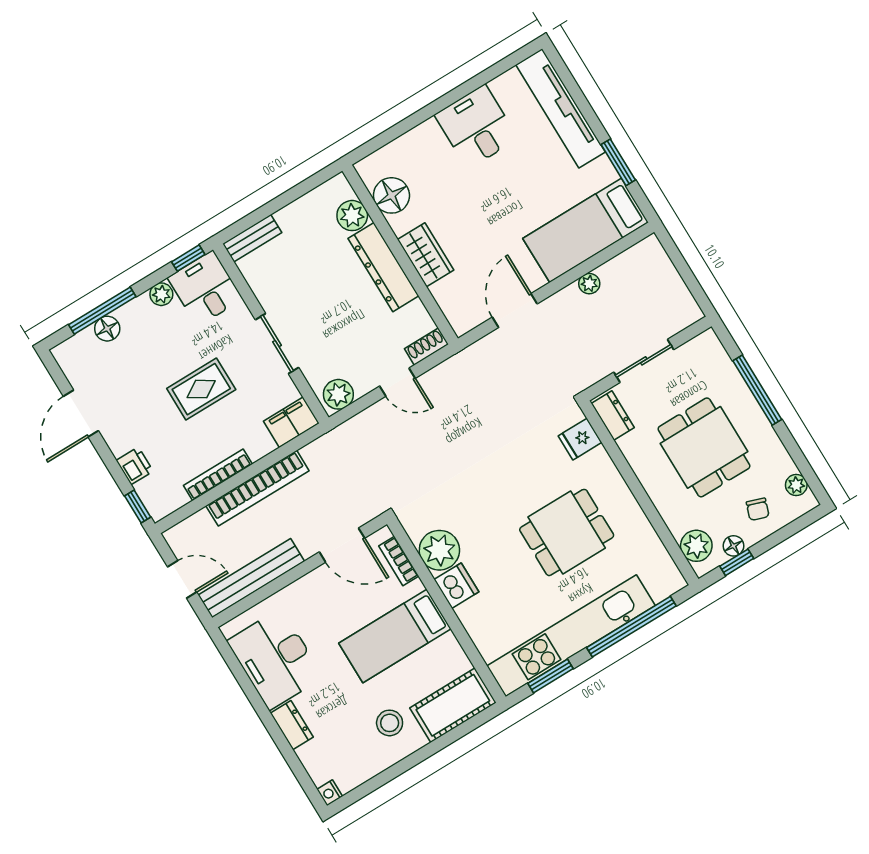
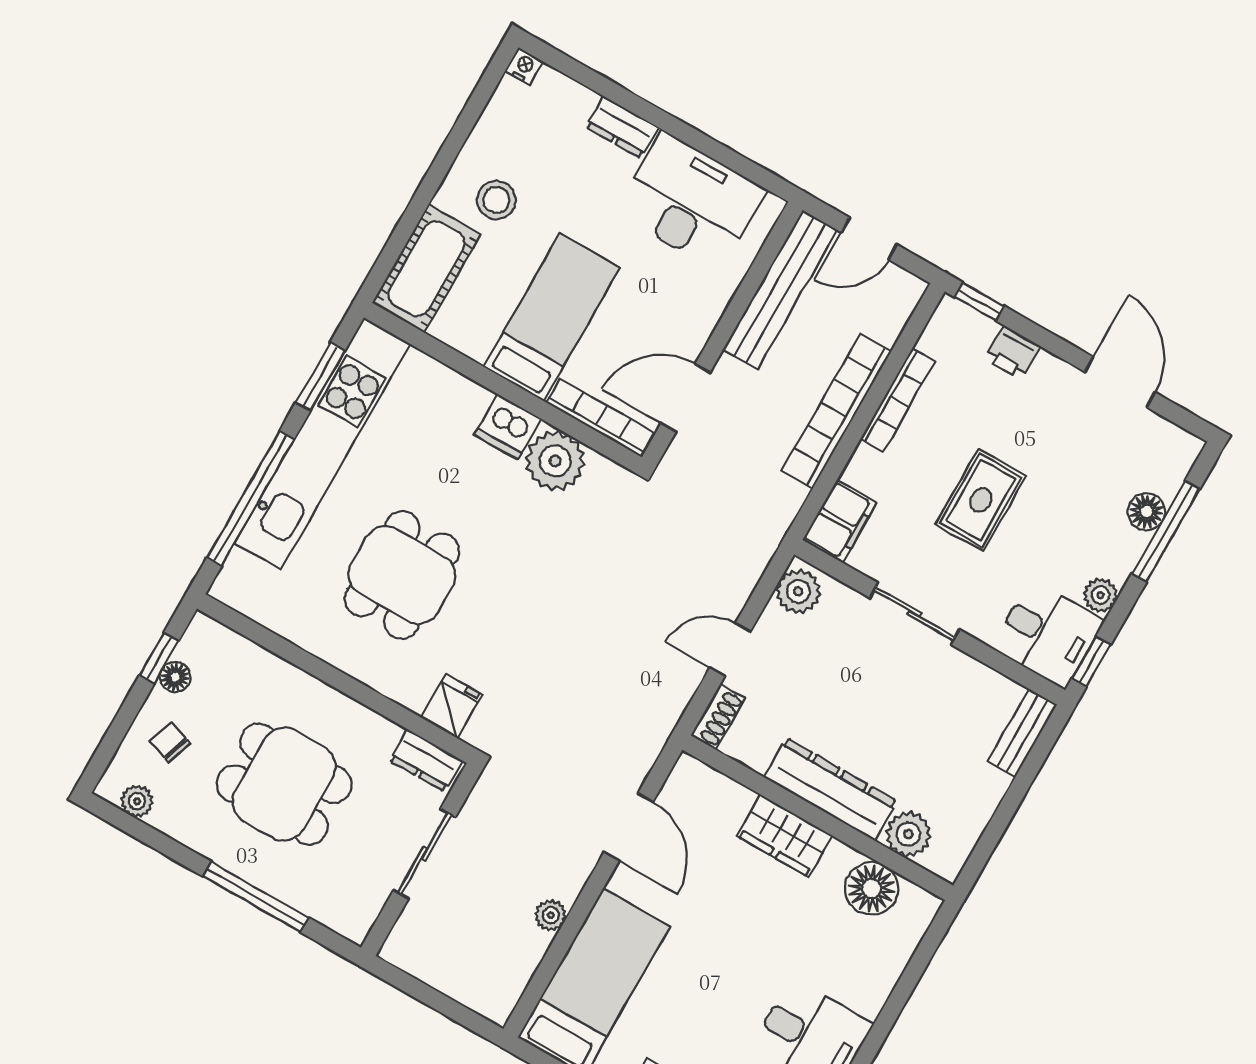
plant: (696, 546) -> (224, 650), removed
bookcase: (399, 561) -> (600, 418), width x1.56

